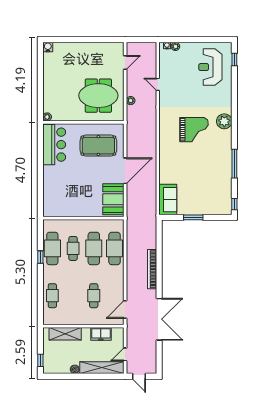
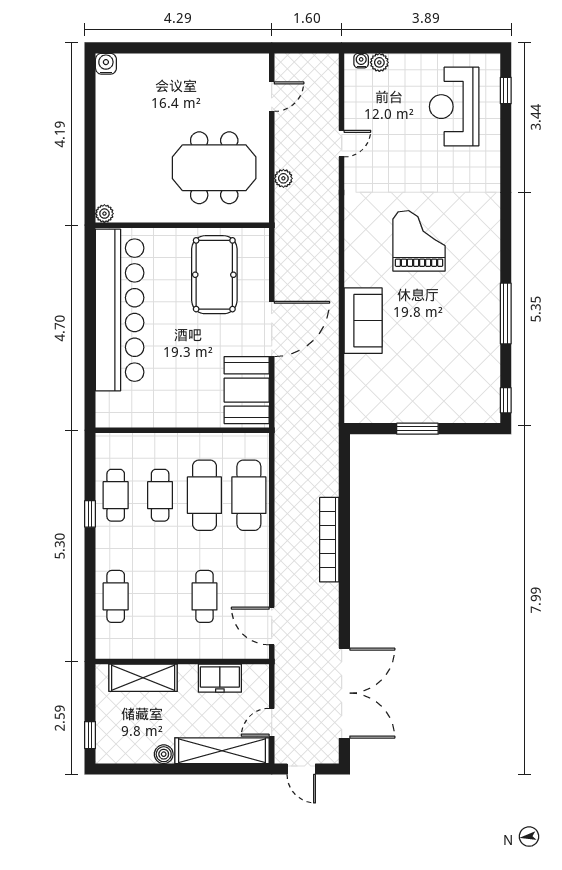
door: (158, 84) -> (342, 144), swing flipped
plant: (224, 121) -> (484, 223), removed
grand piano: (194, 130) -> (419, 241), turned -90
bar counter: (54, 145) -> (120, 310), width x1.86
pool table: (98, 146) -> (214, 275), turned 90
sofa: (168, 200) -> (363, 321), moved
cafe table: (52, 248) -> (116, 495), width x0.73, depth x0.74
door: (125, 309) -> (272, 626), hinge flipped
double door: (159, 319) -> (344, 693), moved

